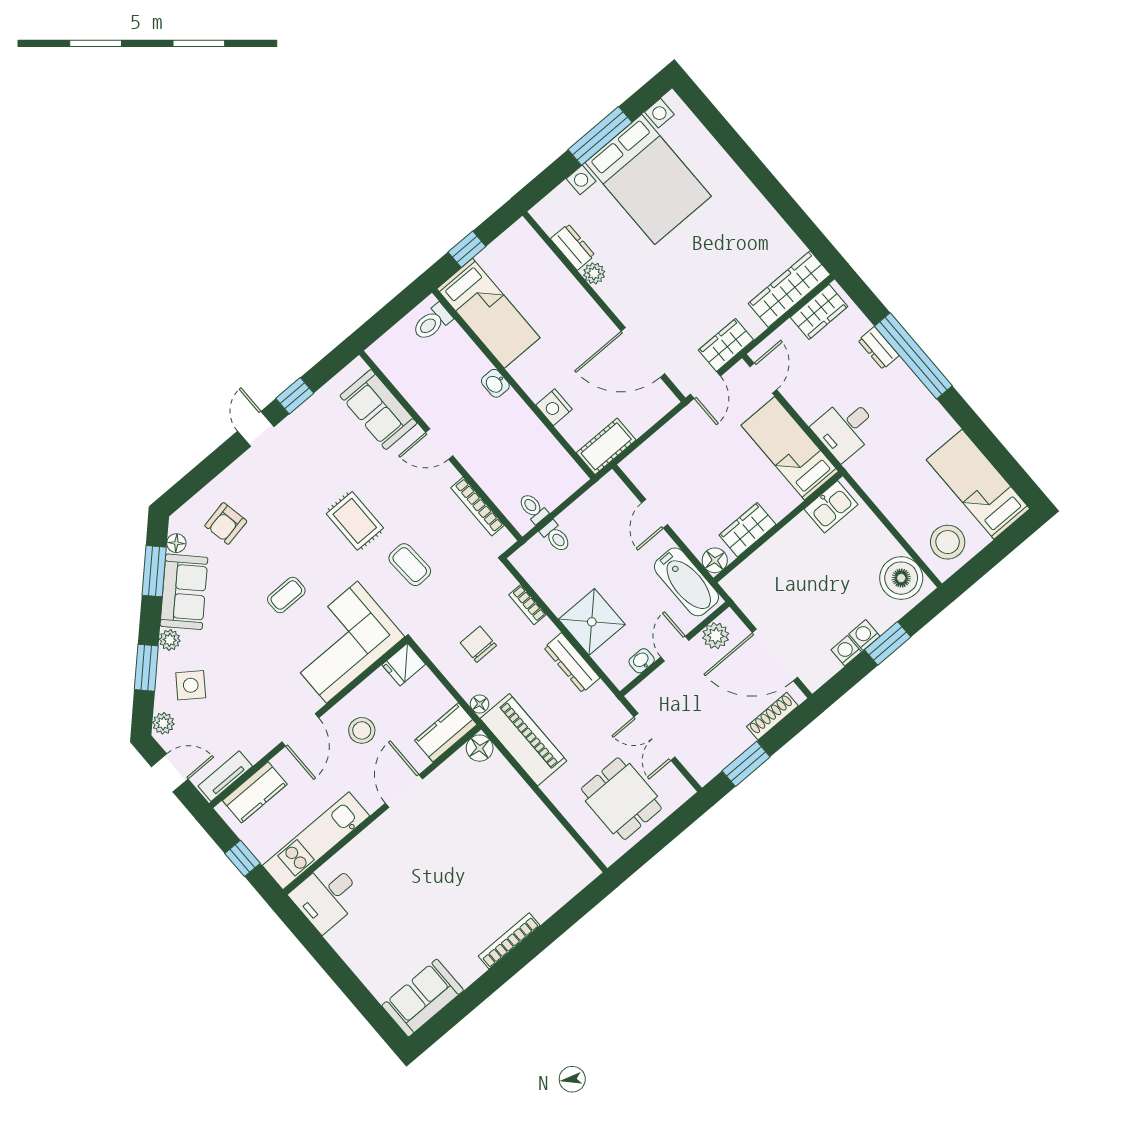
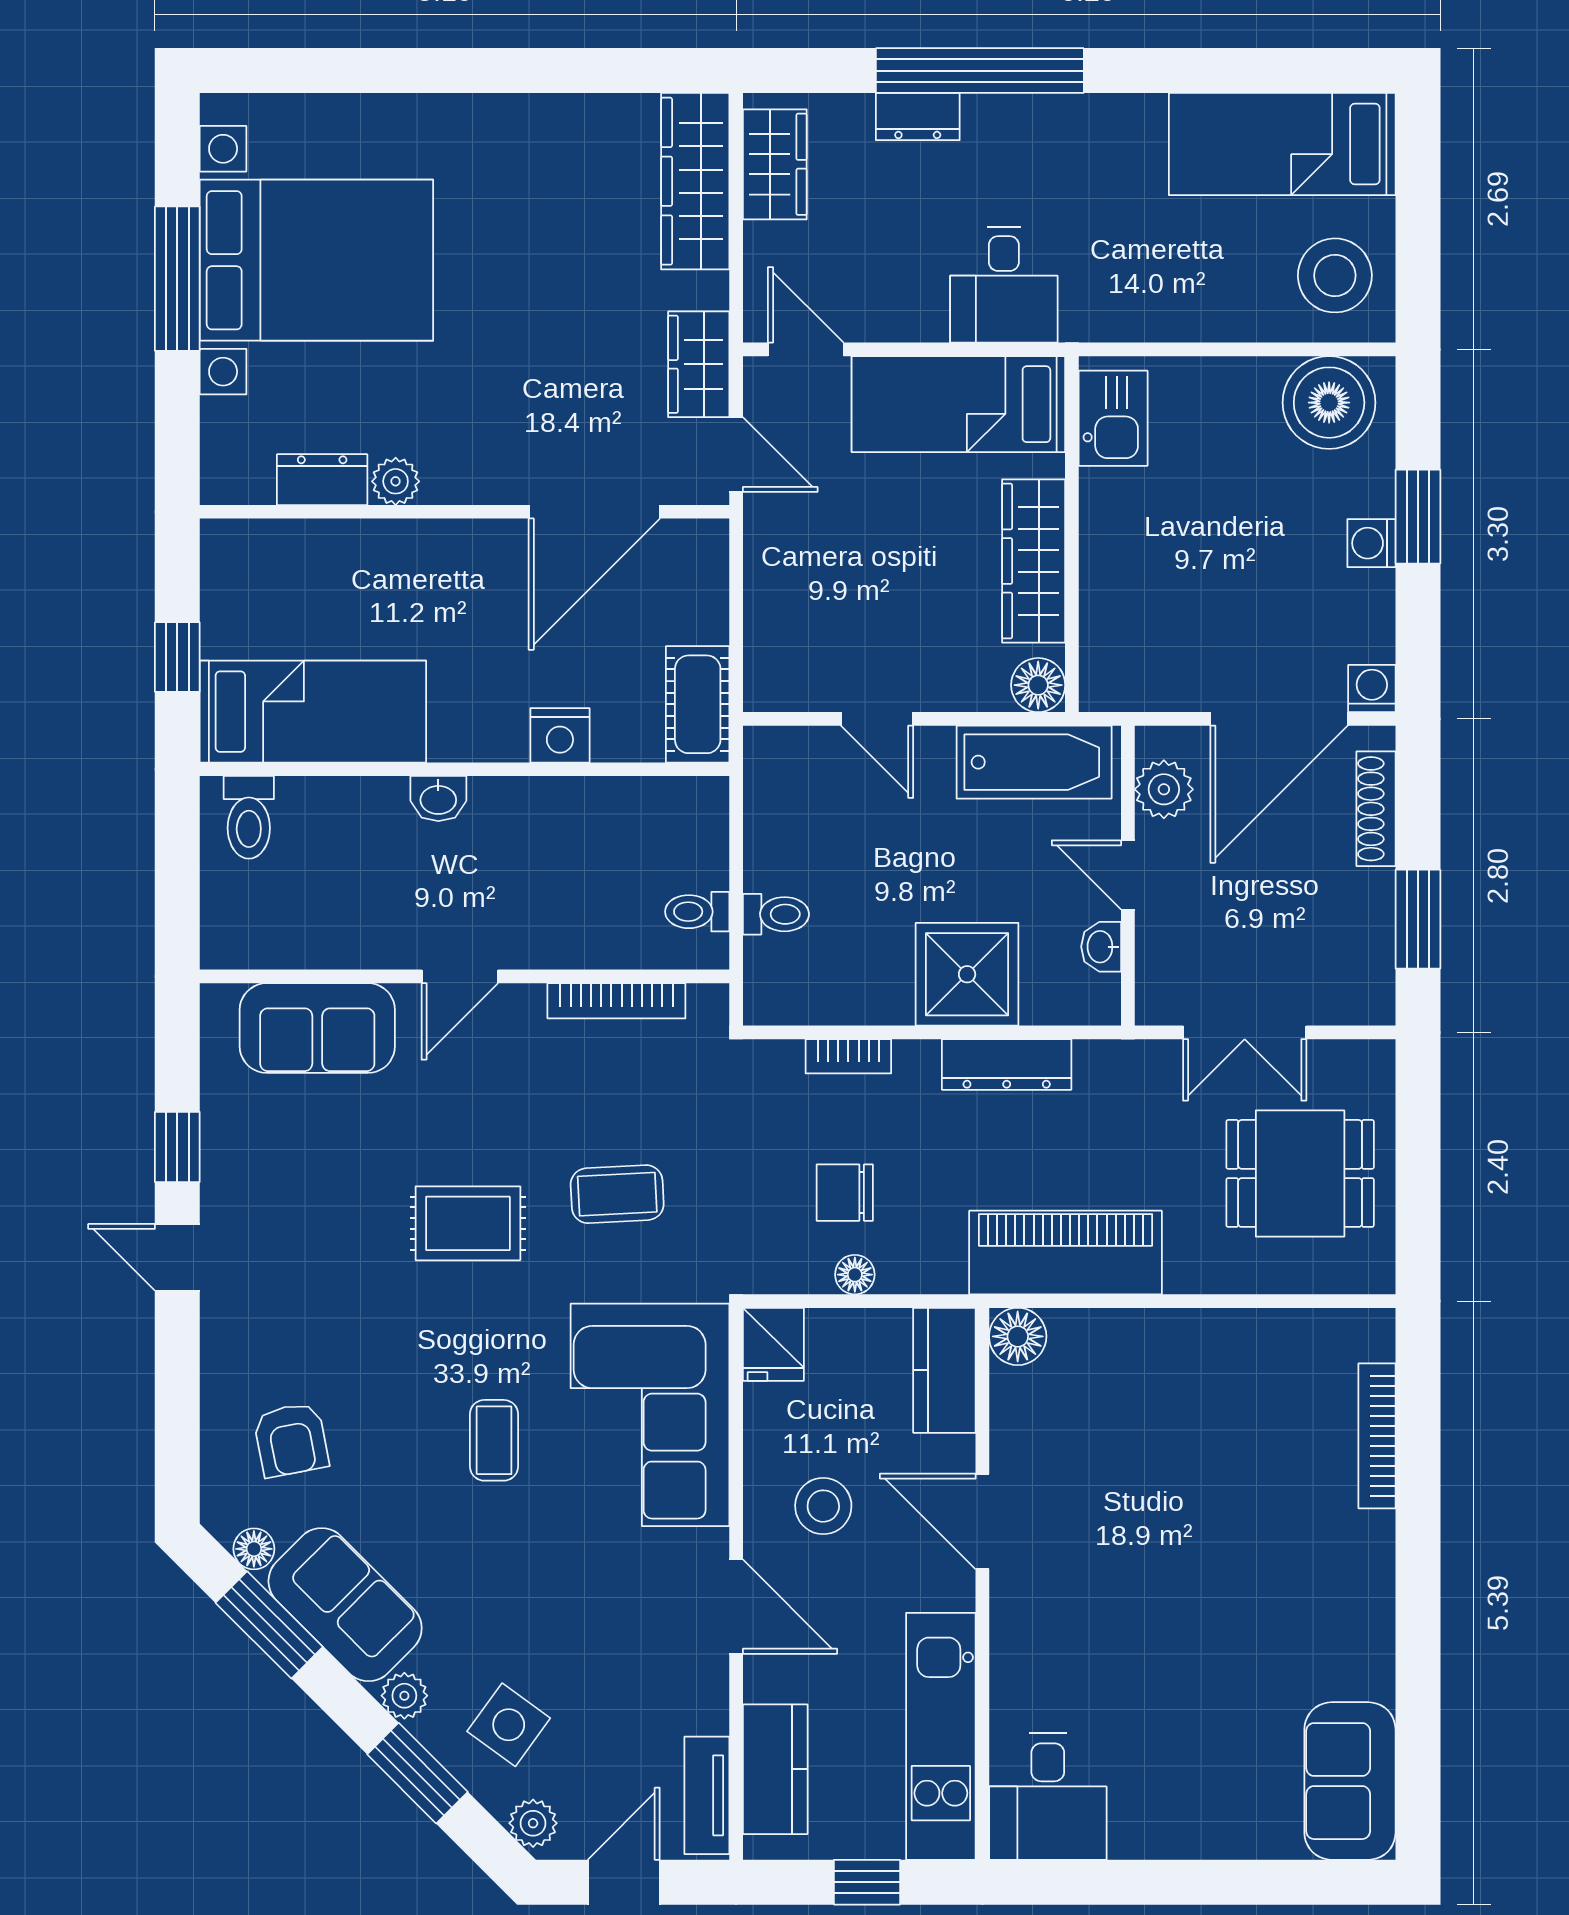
wardrobe: (747, 530) -> (1034, 561), width x1.50
washing machine: (846, 651) -> (1372, 689), moved, turned 90
floor lamp: (480, 704) -> (855, 1275), moved
bookcase: (509, 941) -> (1377, 1436), moved

